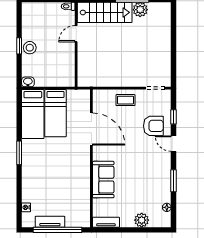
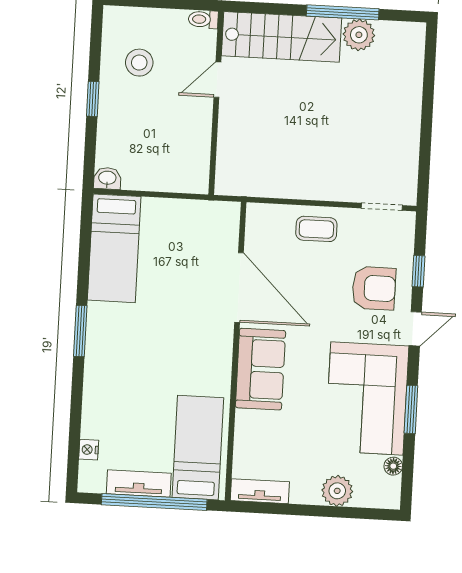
stool: (30, 48) -> (139, 63), moved
bed: (55, 113) -> (198, 448), moved, turned 180
door: (173, 144) -> (415, 329), swing flipped
corner sofa: (153, 177) -> (367, 399), added
sofa: (103, 180) -> (260, 369), moved

